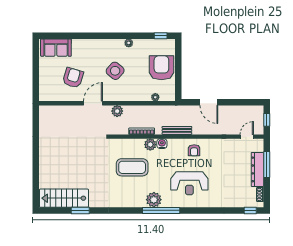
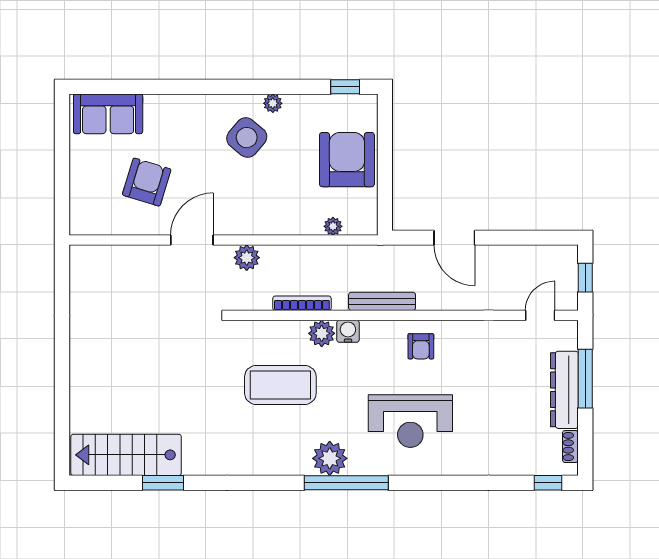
side table: (115, 71) -> (247, 138), moved

